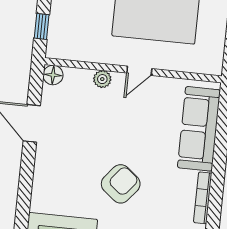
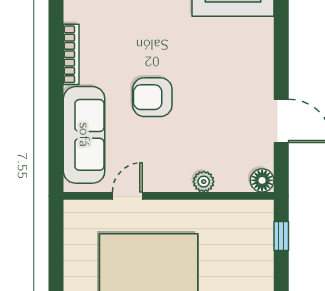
door: (139, 71) -> (127, 196), moved
armchair: (121, 184) -> (152, 97), moved, turned 51

